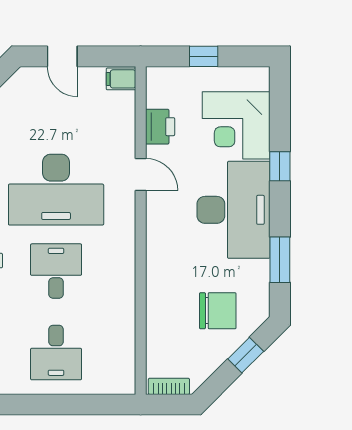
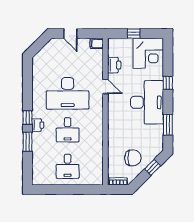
corner desk: (236, 125) -> (148, 53), moved, turned -90
desk: (56, 271) -> (68, 130), turned 180
chair: (218, 311) -> (133, 158), moved

